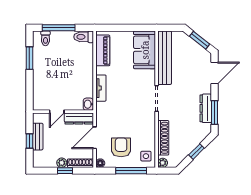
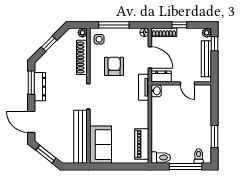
door: (214, 73) -> (31, 122), hinge flipped
tv unit: (101, 88) -> (144, 87), moved
door: (57, 112) -> (188, 83), swing flipped
dresser: (79, 119) -> (161, 77), width x0.70
bench: (38, 137) -> (206, 59), width x1.36
door: (95, 138) -> (150, 57), hinge flipped
window: (29, 141) -> (215, 44), moved
armchair: (121, 147) -> (114, 66), moved, turned 180
plant: (62, 163) -> (207, 33), moved

